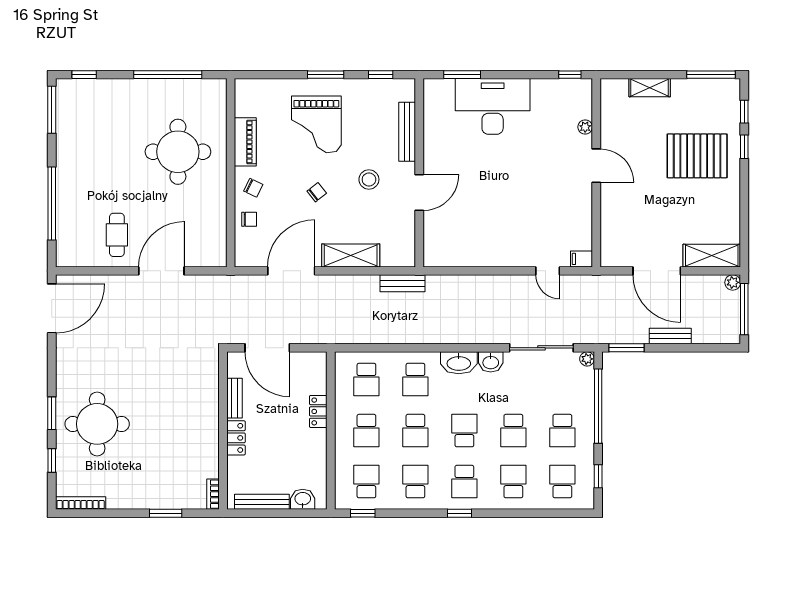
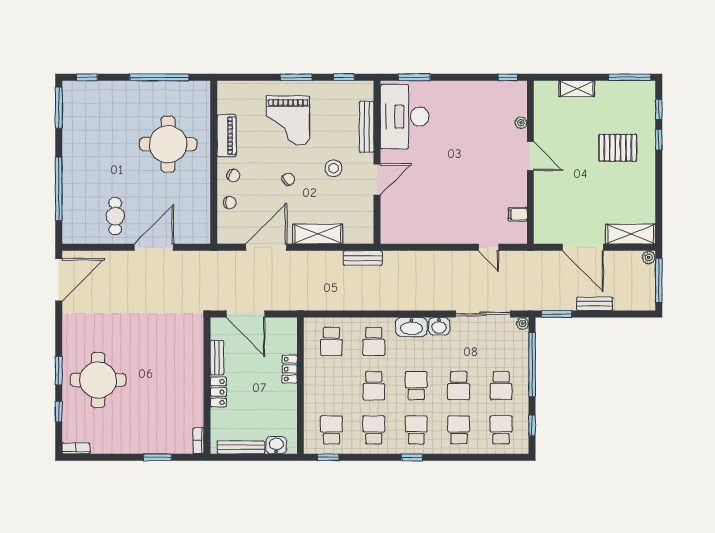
desk: (493, 106) -> (405, 117), moved, turned -90
pallet: (697, 156) -> (618, 148), width x0.73, depth x0.71
filing cabinet: (582, 259) -> (518, 214), moved
school desk: (366, 431) -> (331, 386), removed
school desk: (464, 482) -> (416, 430), turned 180
bookcase: (81, 503) -> (76, 448), width x0.64

